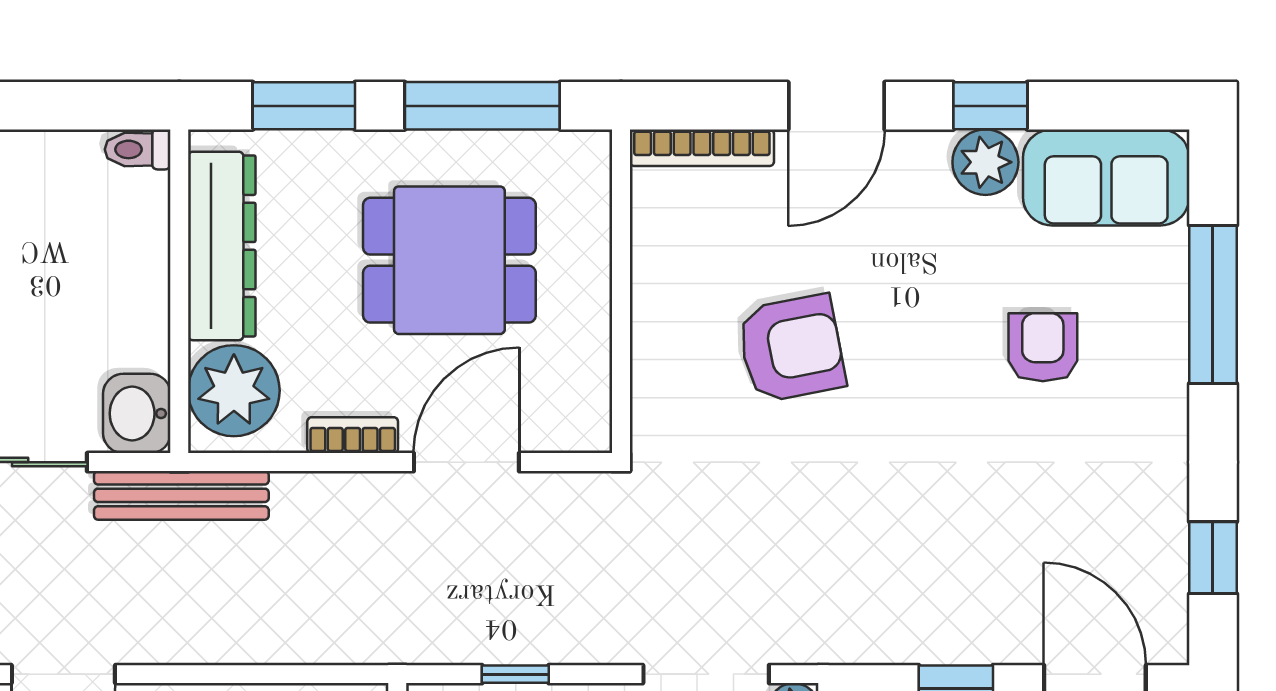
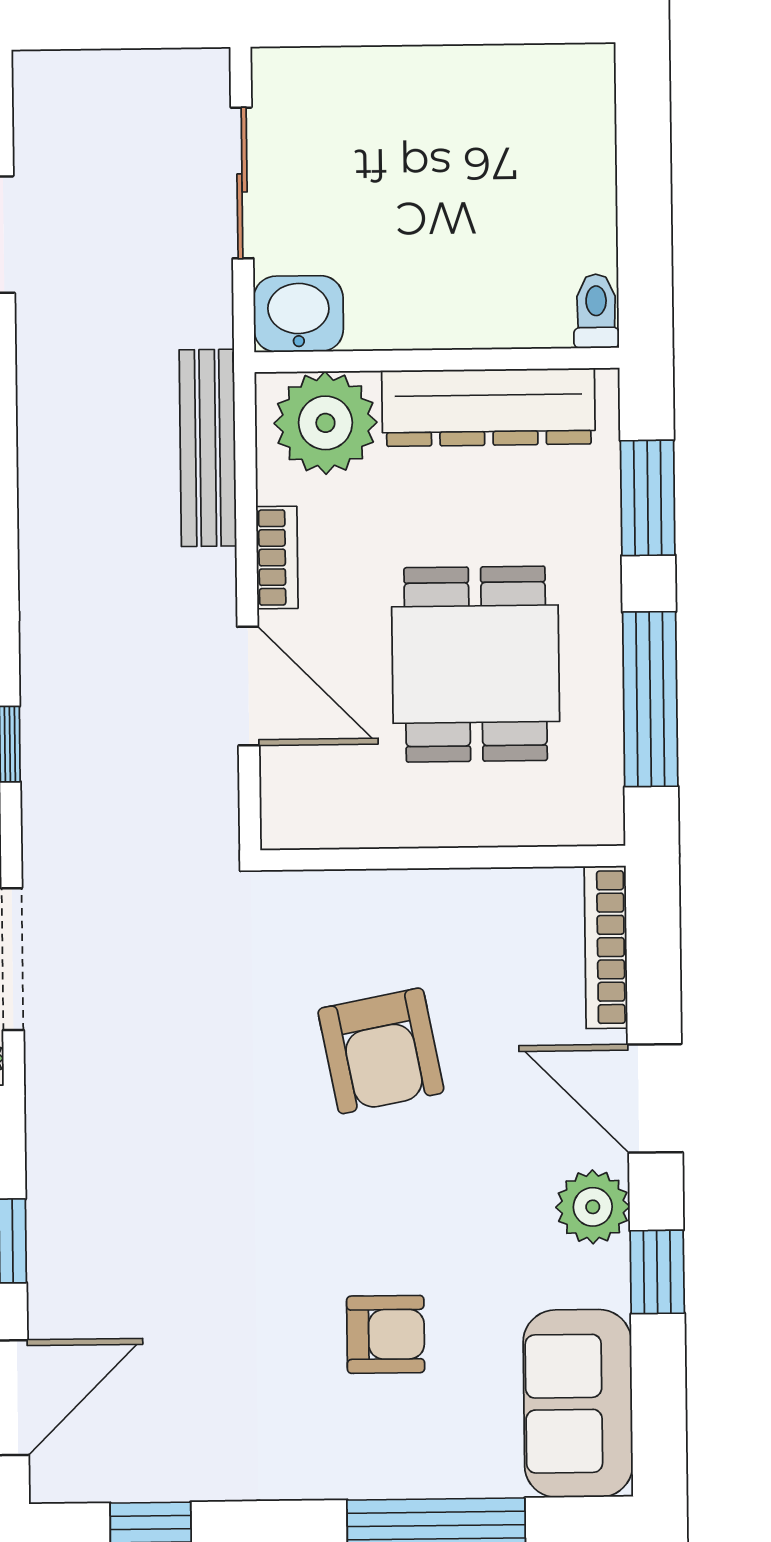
plant: (985, 162) -> (593, 1207), moved
bench: (181, 495) -> (208, 448), moved

